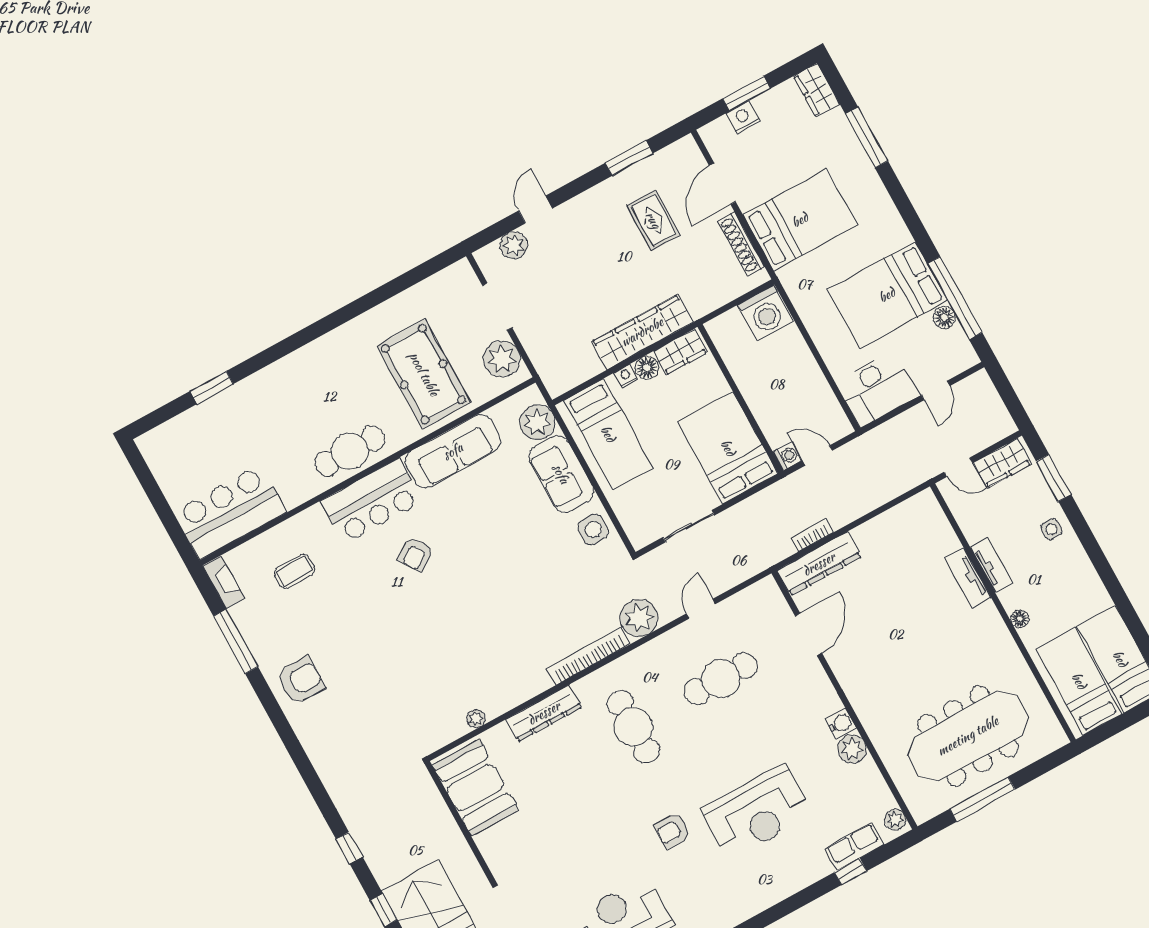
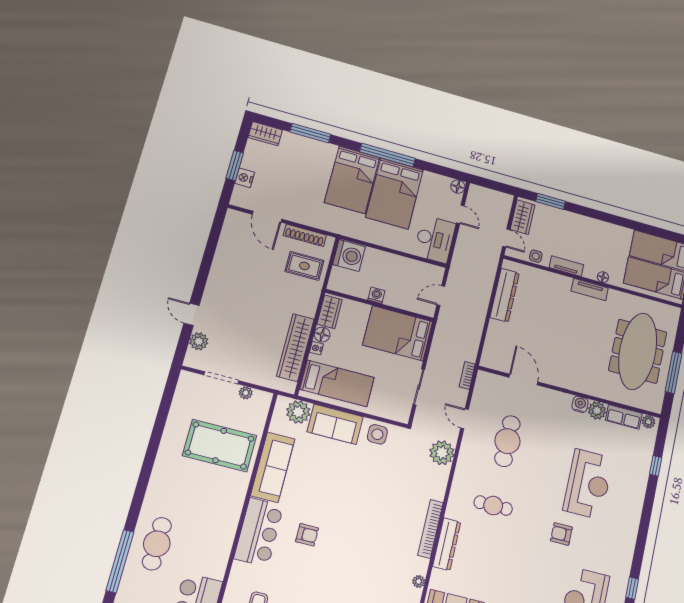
window: (629, 158) -> (211, 247), removed
rug: (653, 220) -> (304, 266), moved
bed: (800, 220) -> (352, 180), moved, turned 180
window: (955, 298) -> (387, 155), moved
floor lamp: (944, 317) -> (458, 187), moved
wardrobe: (642, 332) -> (295, 348), moved
plant: (502, 359) -> (246, 393), width x0.53, depth x0.53
window: (212, 388) -> (120, 561), width x2.11
cafe table: (350, 451) -> (157, 544), moved
washing machine: (788, 456) -> (376, 295), moved
door: (958, 467) -> (506, 238), hinge flipped
side table: (1051, 529) -> (536, 256), moved
bookcase: (812, 535) -> (467, 375), moved
armchair: (416, 554) -> (307, 535), turned -56
dresser: (819, 564) -> (505, 295), moved
tv unit: (968, 578) -> (590, 290), moved
bookcase: (589, 656) -> (430, 529), moved
cafe table: (633, 727) -> (493, 506), width x0.73, depth x0.74
armchair: (672, 830) -> (561, 534), turned 90
row of seats: (854, 846) -> (624, 417), moved, turned -90

